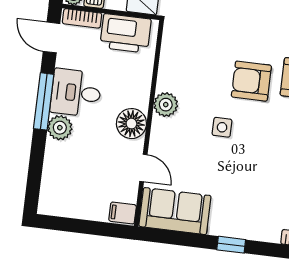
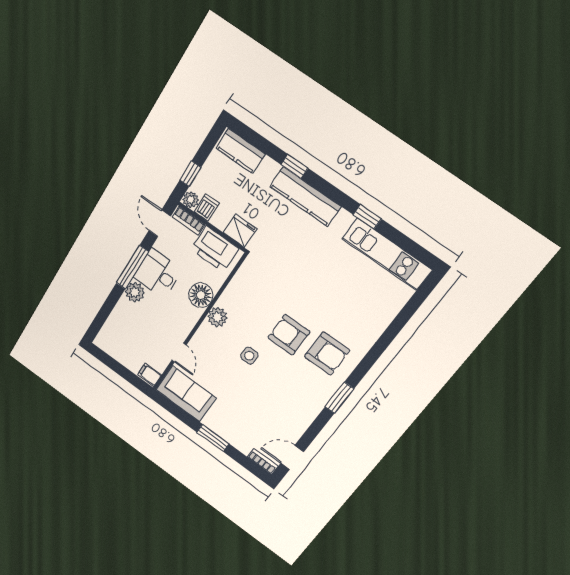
floor lamp: (131, 124) -> (201, 295), moved
window: (231, 245) -> (213, 438), width x1.50

